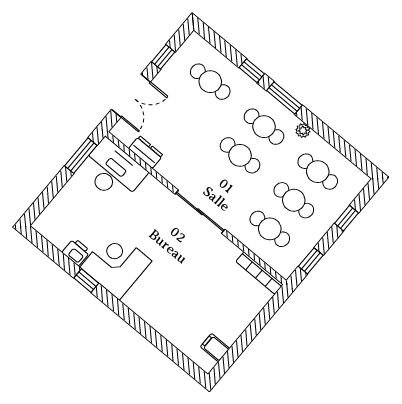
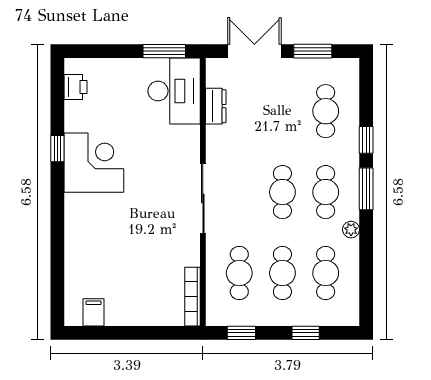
window: (163, 57) -> (313, 51), width x1.50
double door: (131, 96) -> (254, 51), swing flipped
printer: (76, 252) -> (76, 87), moved

